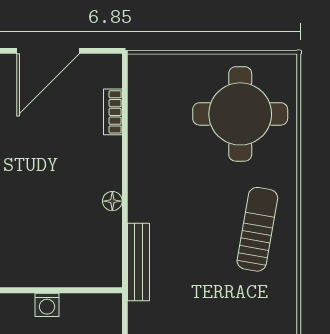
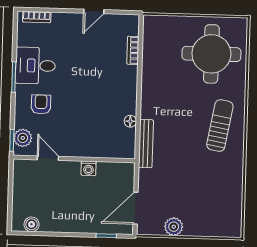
door: (48, 51) -> (94, 11), width x0.53
floor lamp: (112, 201) -> (130, 121), moved

